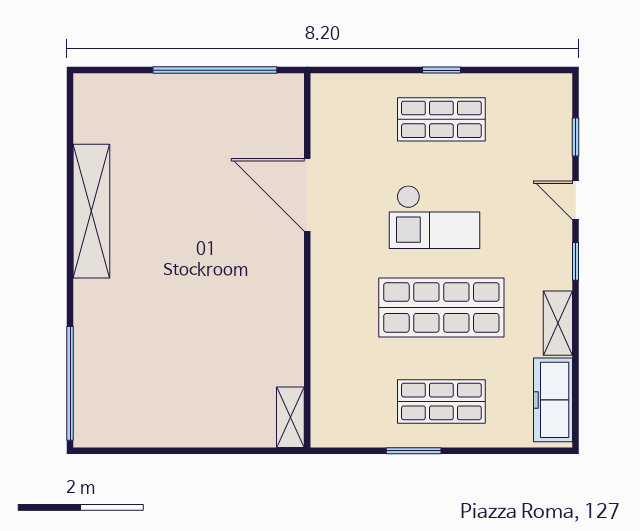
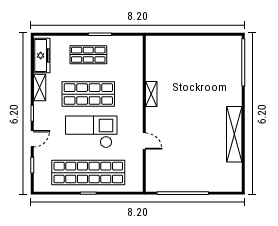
shop shelf: (441, 119) -> (88, 173), width x2.00, depth x1.36
door: (307, 195) -> (144, 141), width x0.53
door: (576, 200) -> (32, 139), hinge flipped
checkout: (434, 217) -> (91, 132), width x1.36, depth x1.21
shelving: (290, 417) -> (151, 94), moved

